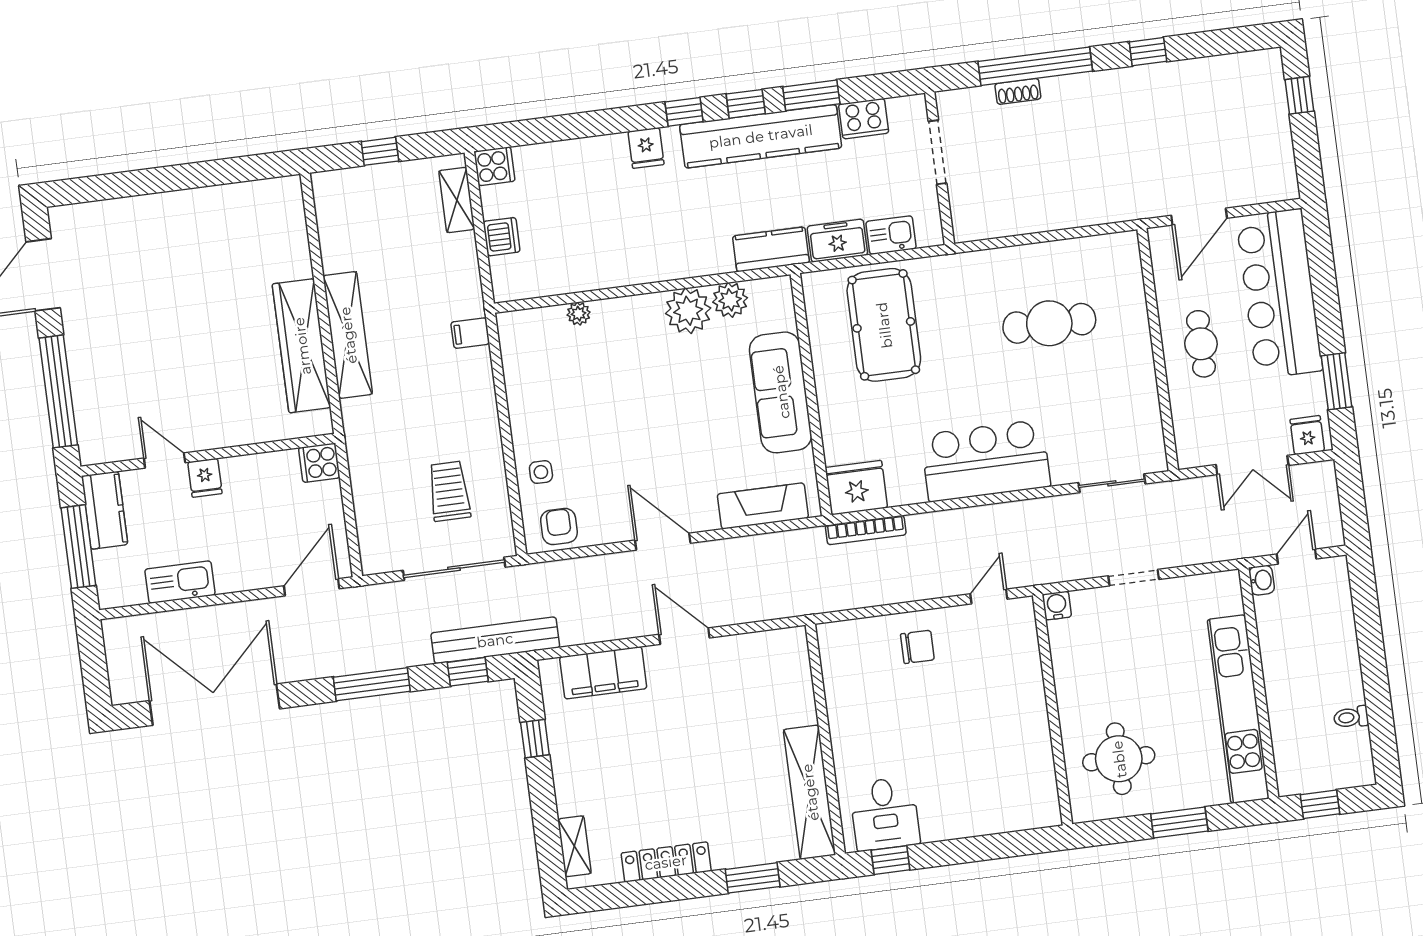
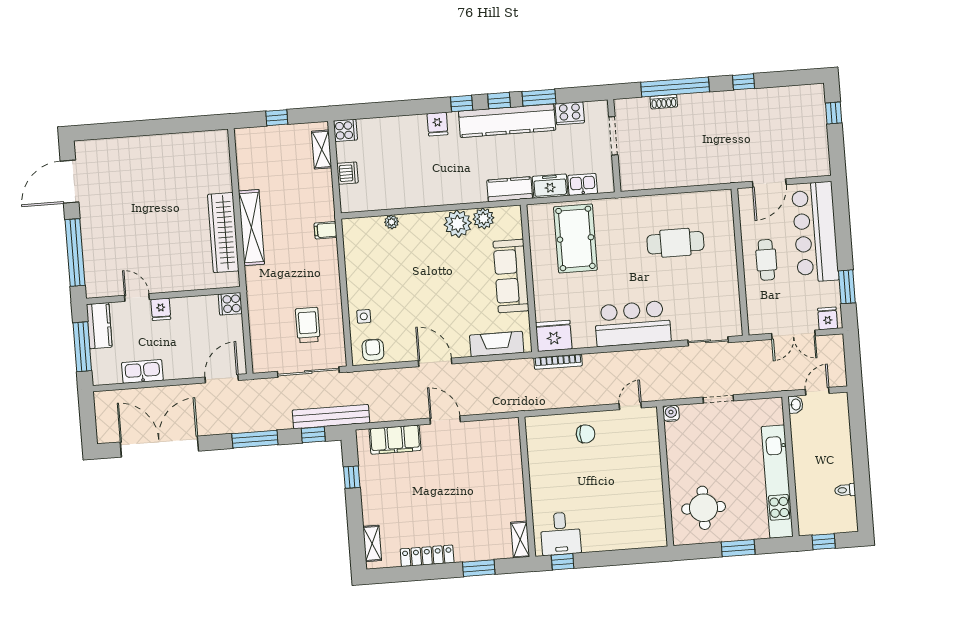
shelving: (810, 792) -> (520, 540), width x0.45, depth x0.75

